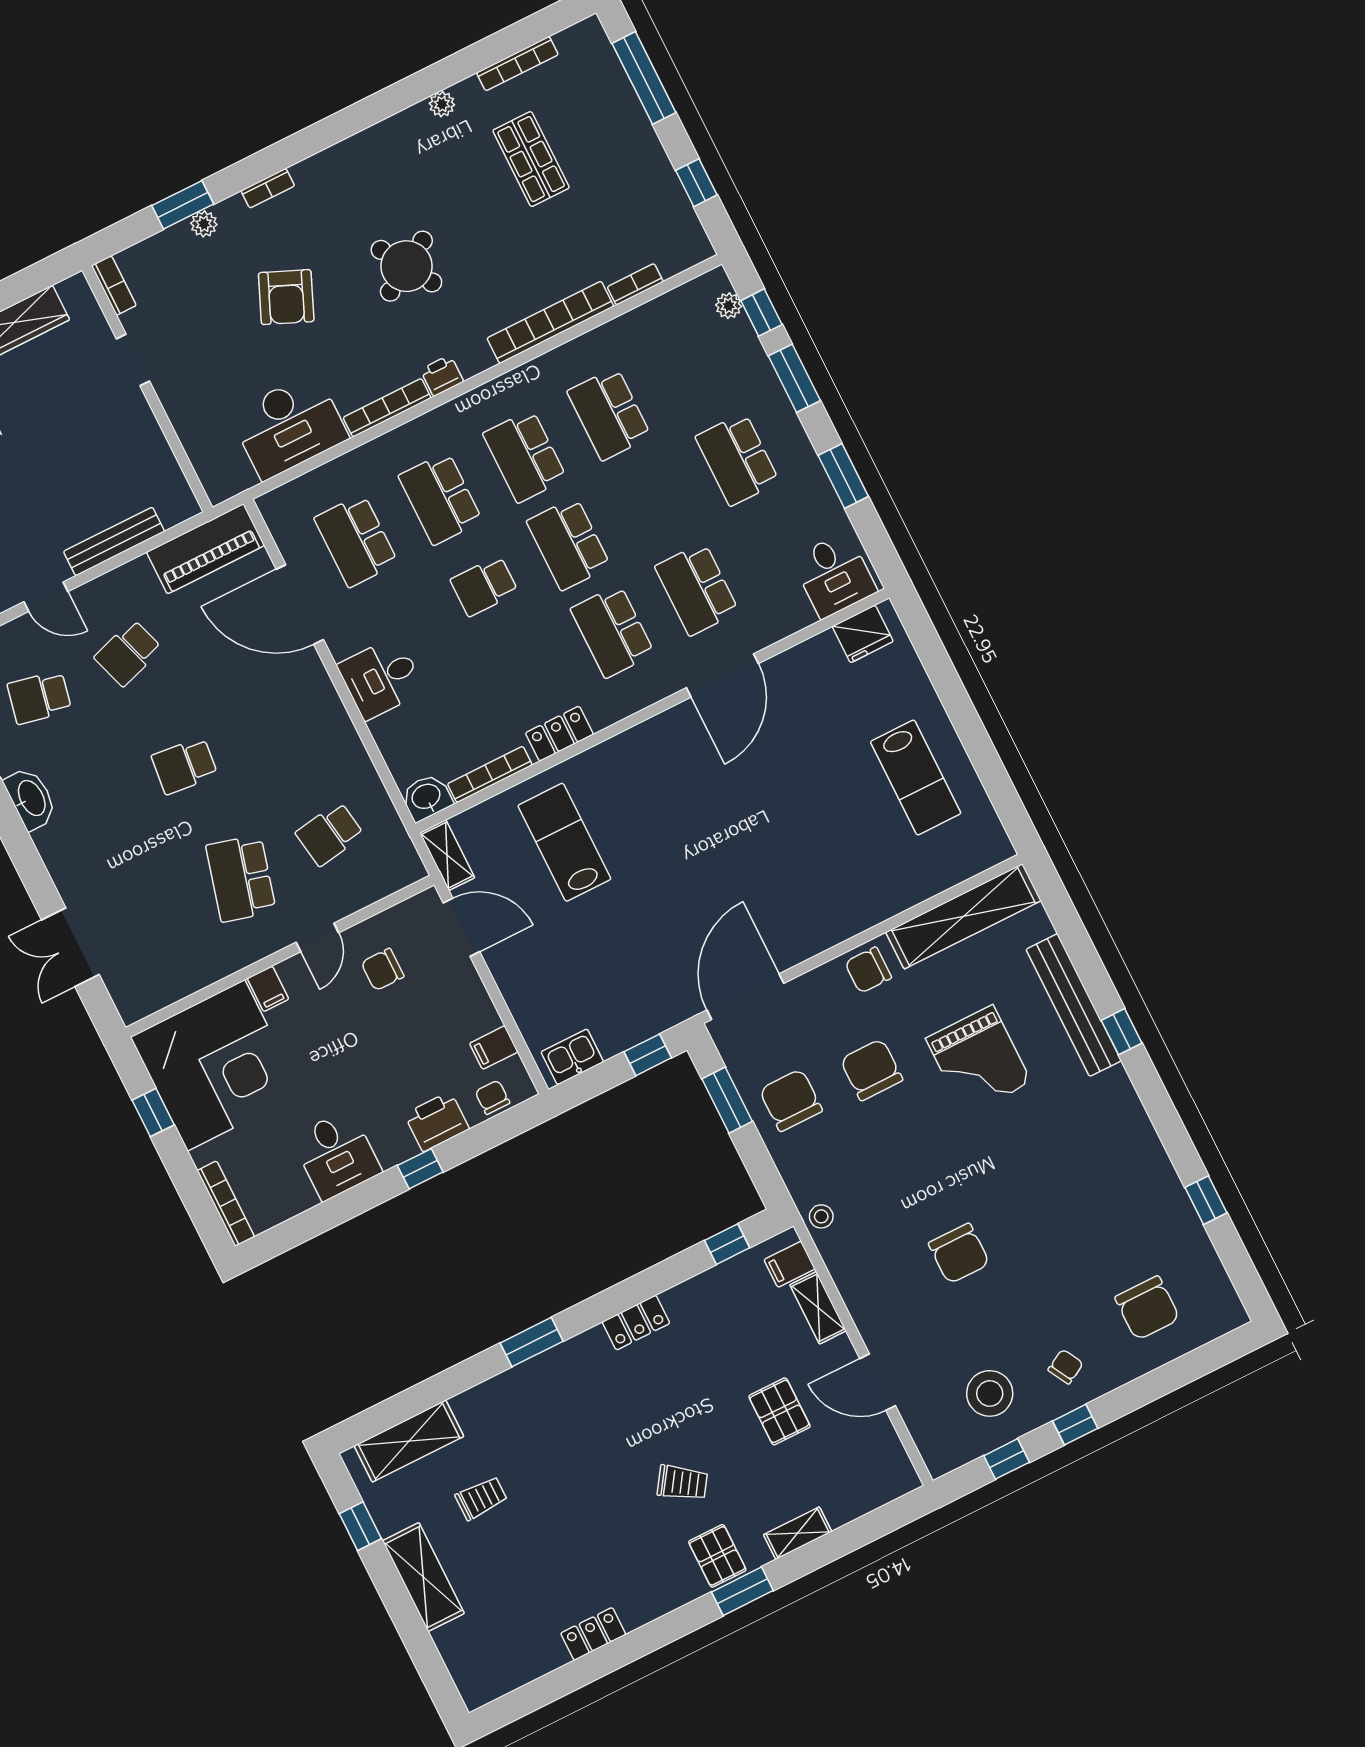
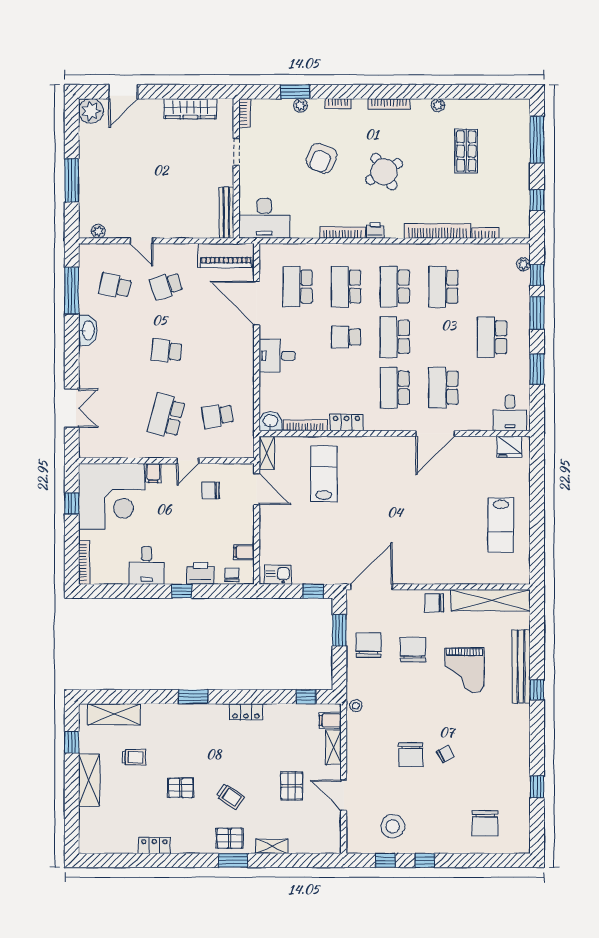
bookcase: (517, 64) -> (389, 104), moved
desk: (289, 426) -> (264, 218), moved
bench: (114, 541) -> (226, 213), moved, turned 90
double door: (70, 947) -> (72, 408), swing flipped
chair: (1066, 1367) -> (445, 754), moved
pallet: (589, 1511) -> (181, 788), added
pallet: (717, 1556) -> (230, 838), turned 90

